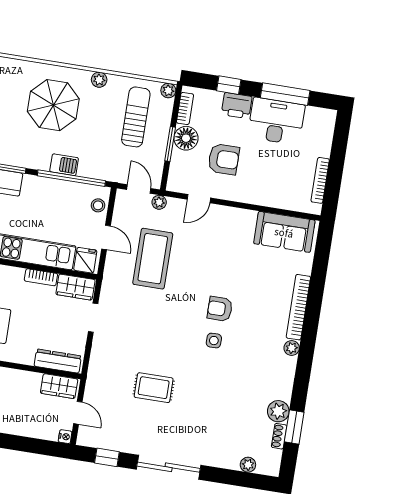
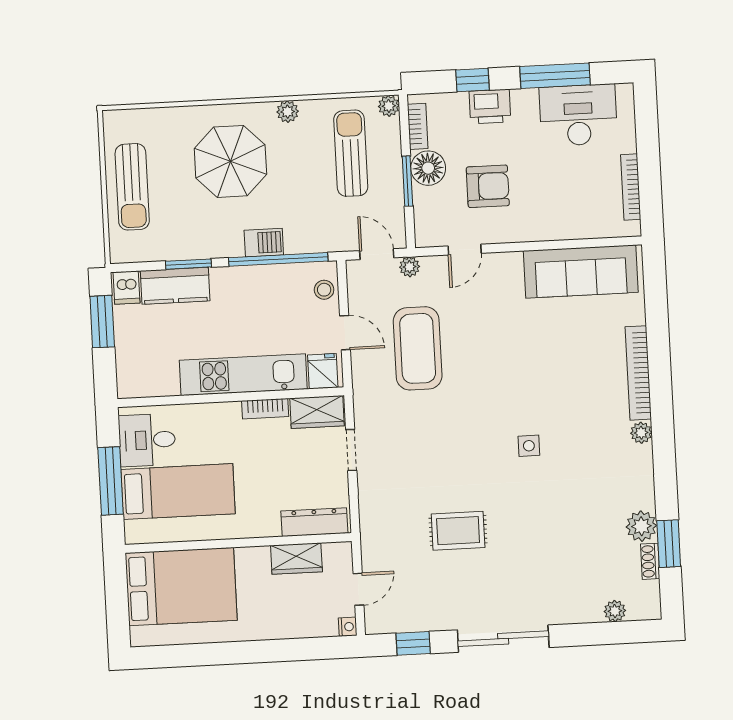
desk: (276, 121) -> (578, 115), moved
sofa: (284, 232) -> (581, 271), width x1.36
armchair: (220, 309) -> (528, 399), removed
wardrobe: (59, 386) -> (296, 559), moved
door: (78, 413) -> (358, 589), hinge flipped

